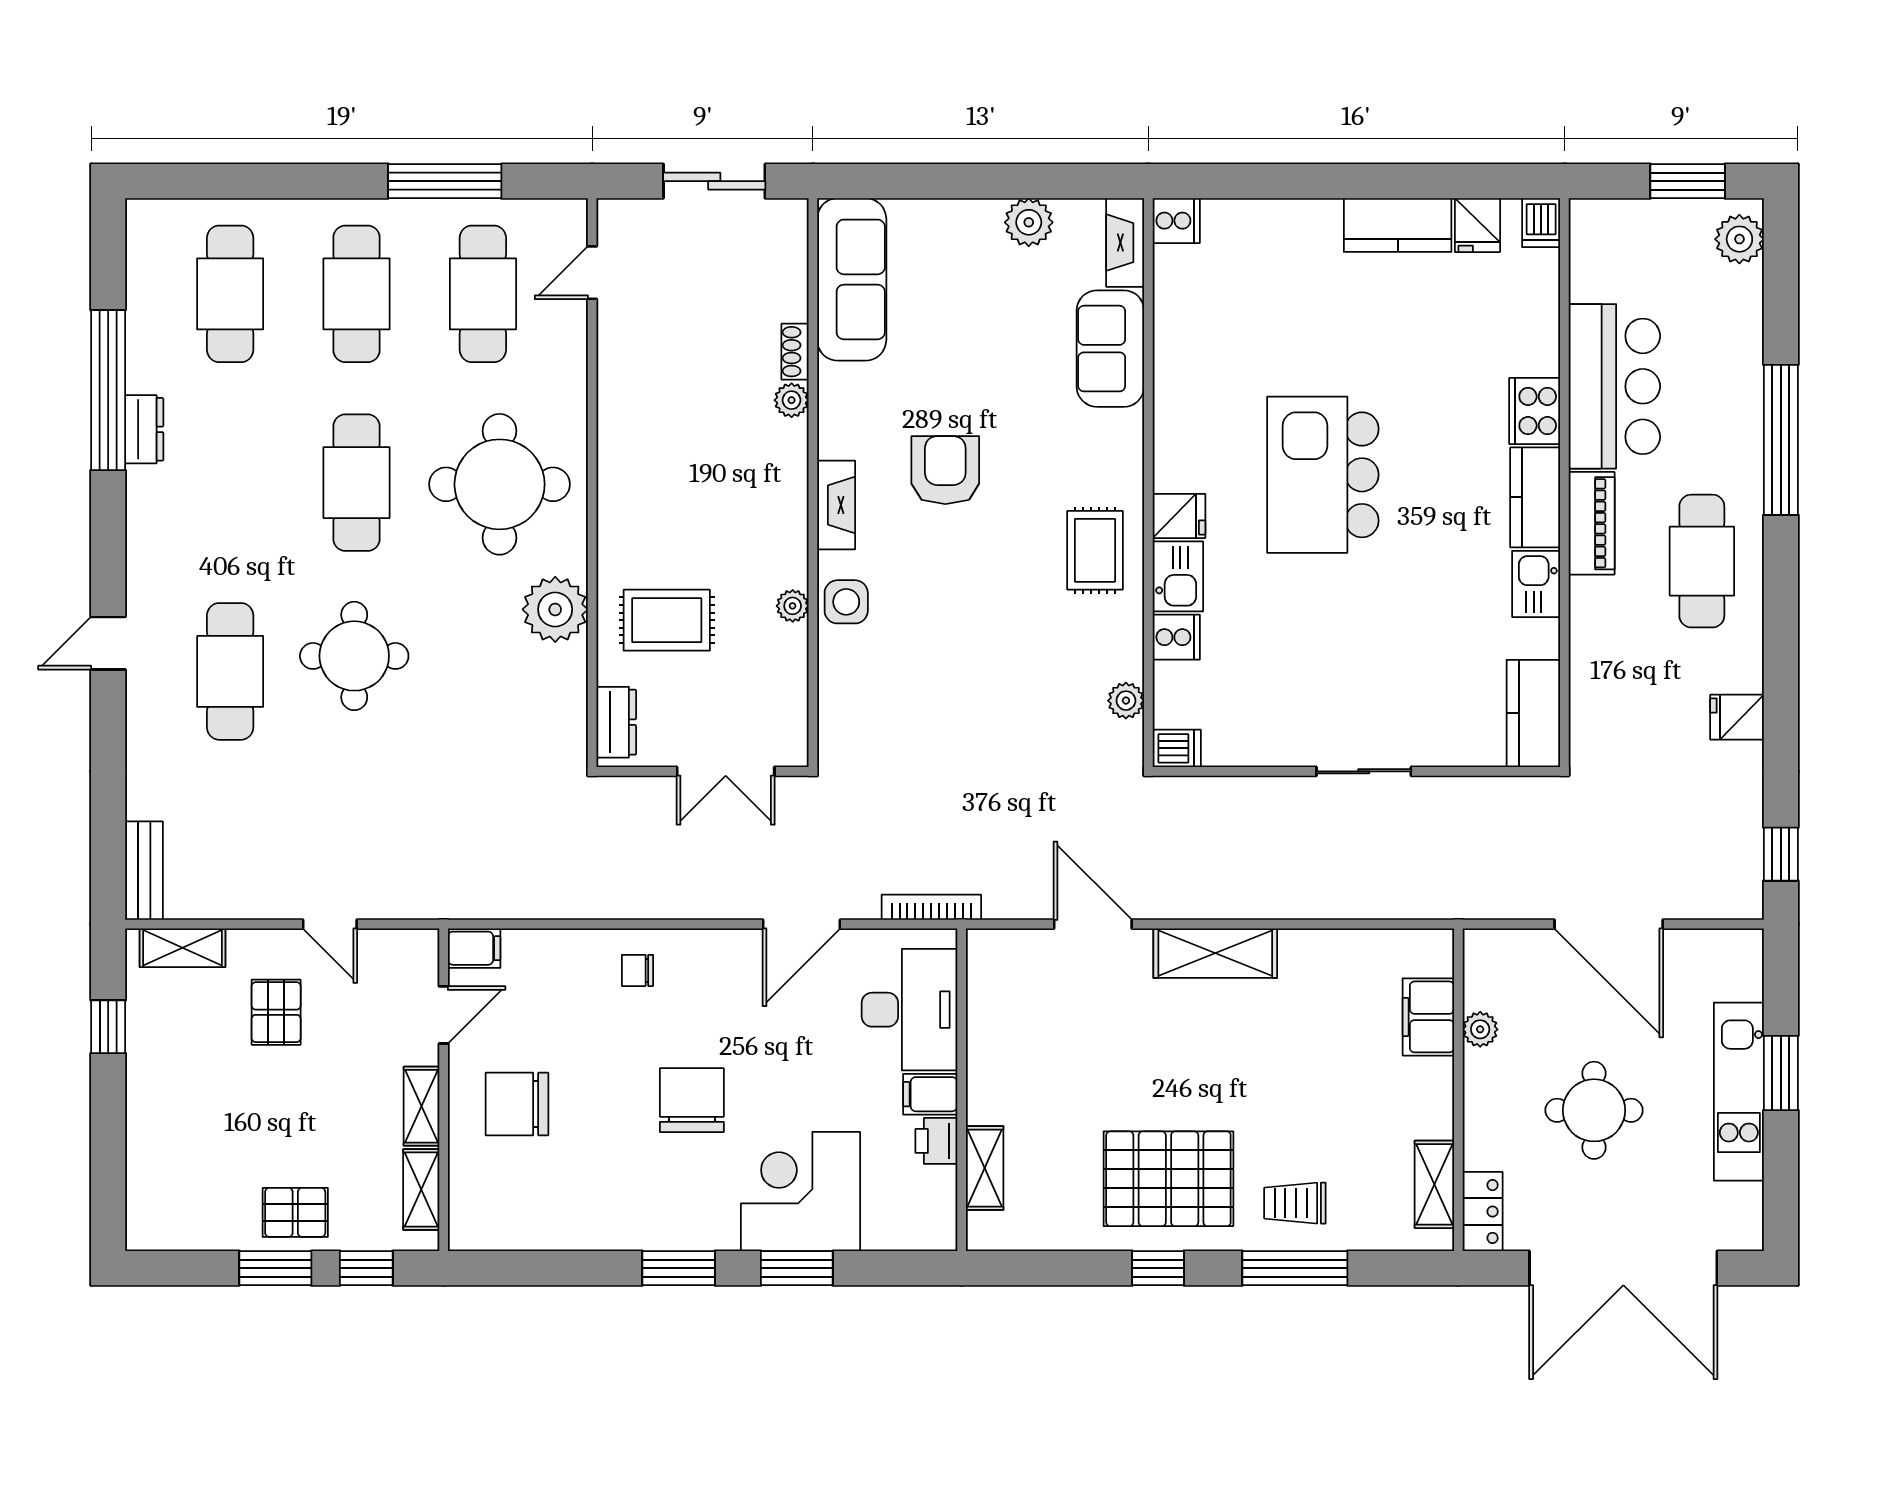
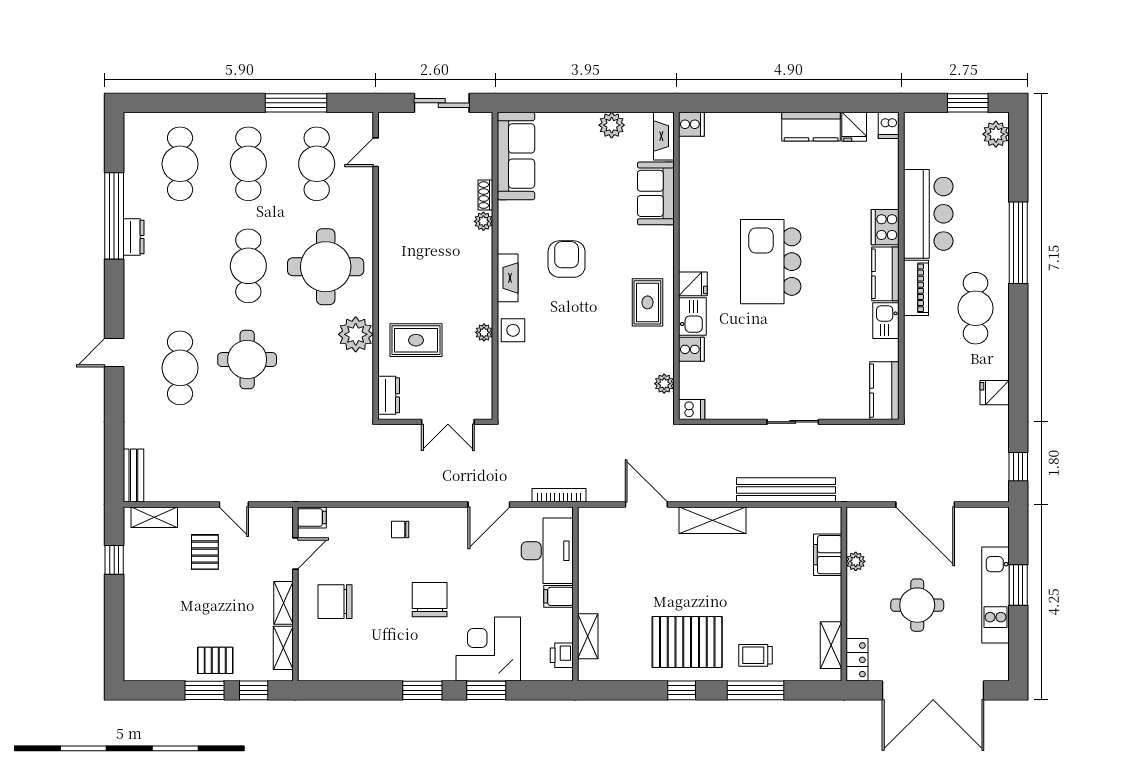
bench: (1351, 897) -> (786, 490), added
printer: (936, 1141) -> (562, 655), moved

